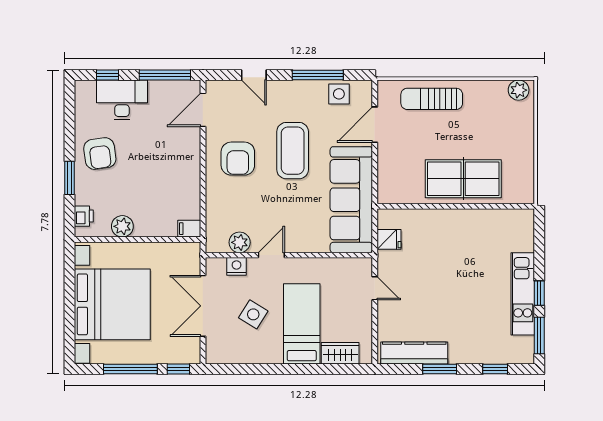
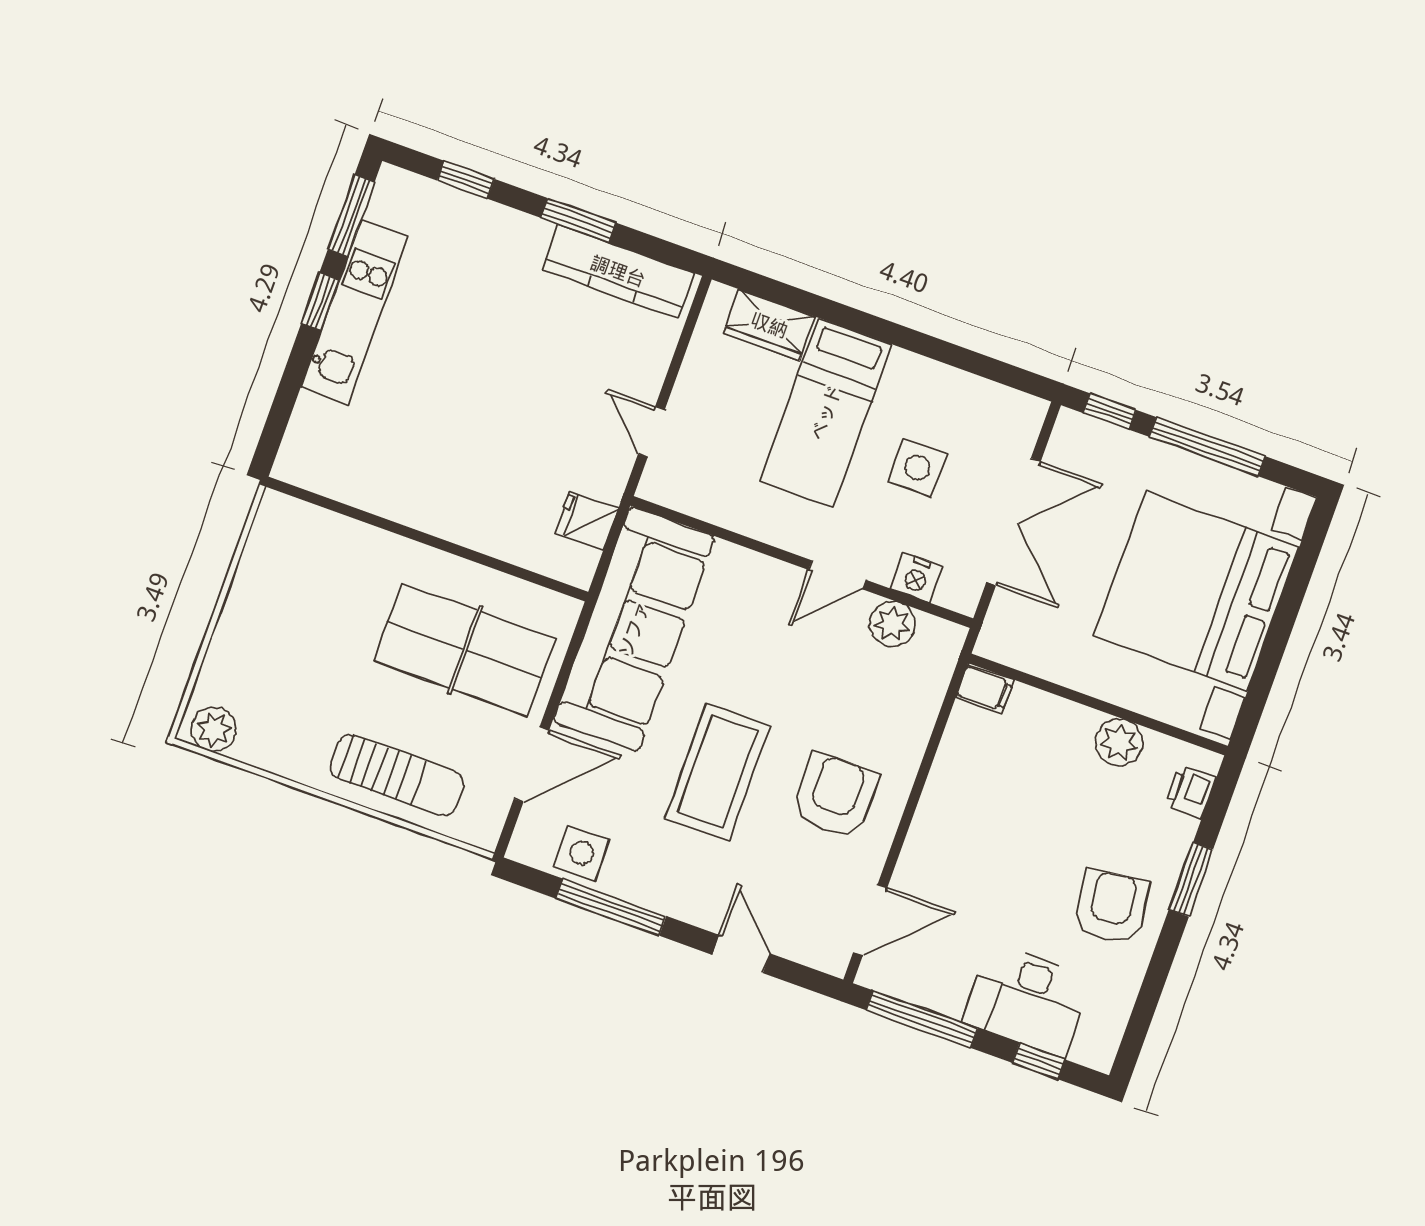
table tennis table: (463, 179) -> (465, 650), moved
side table: (253, 314) -> (917, 468), turned -32

